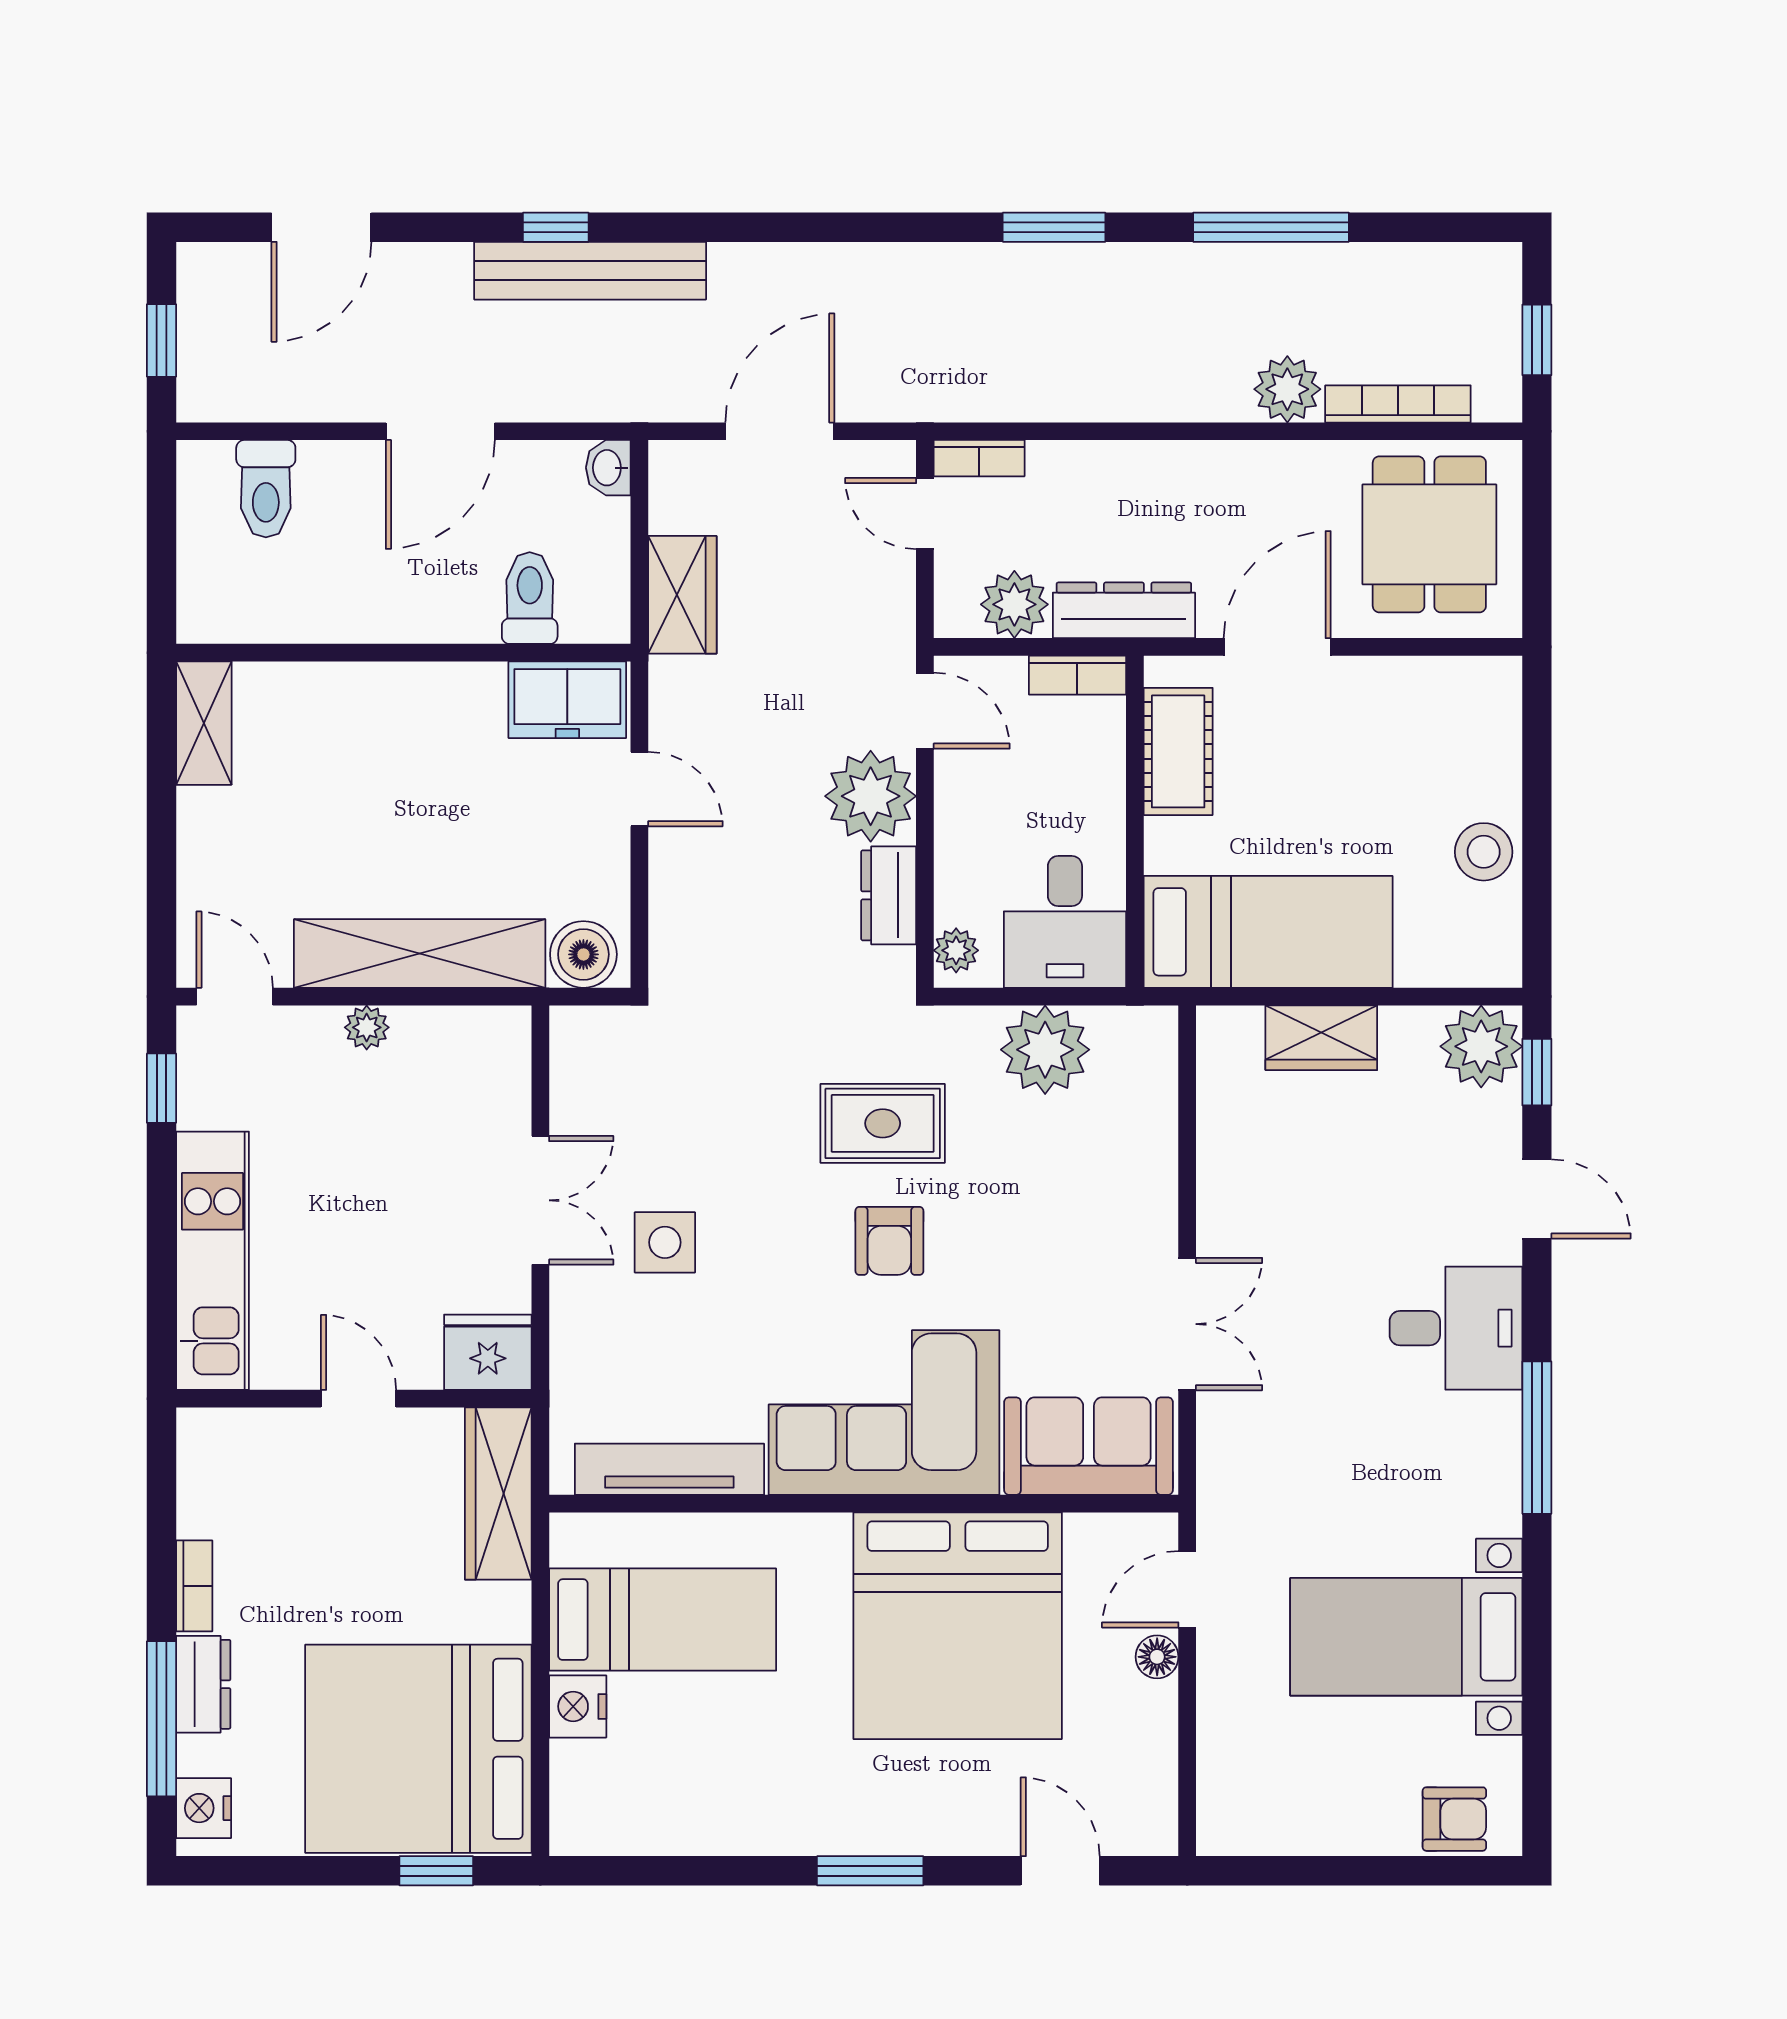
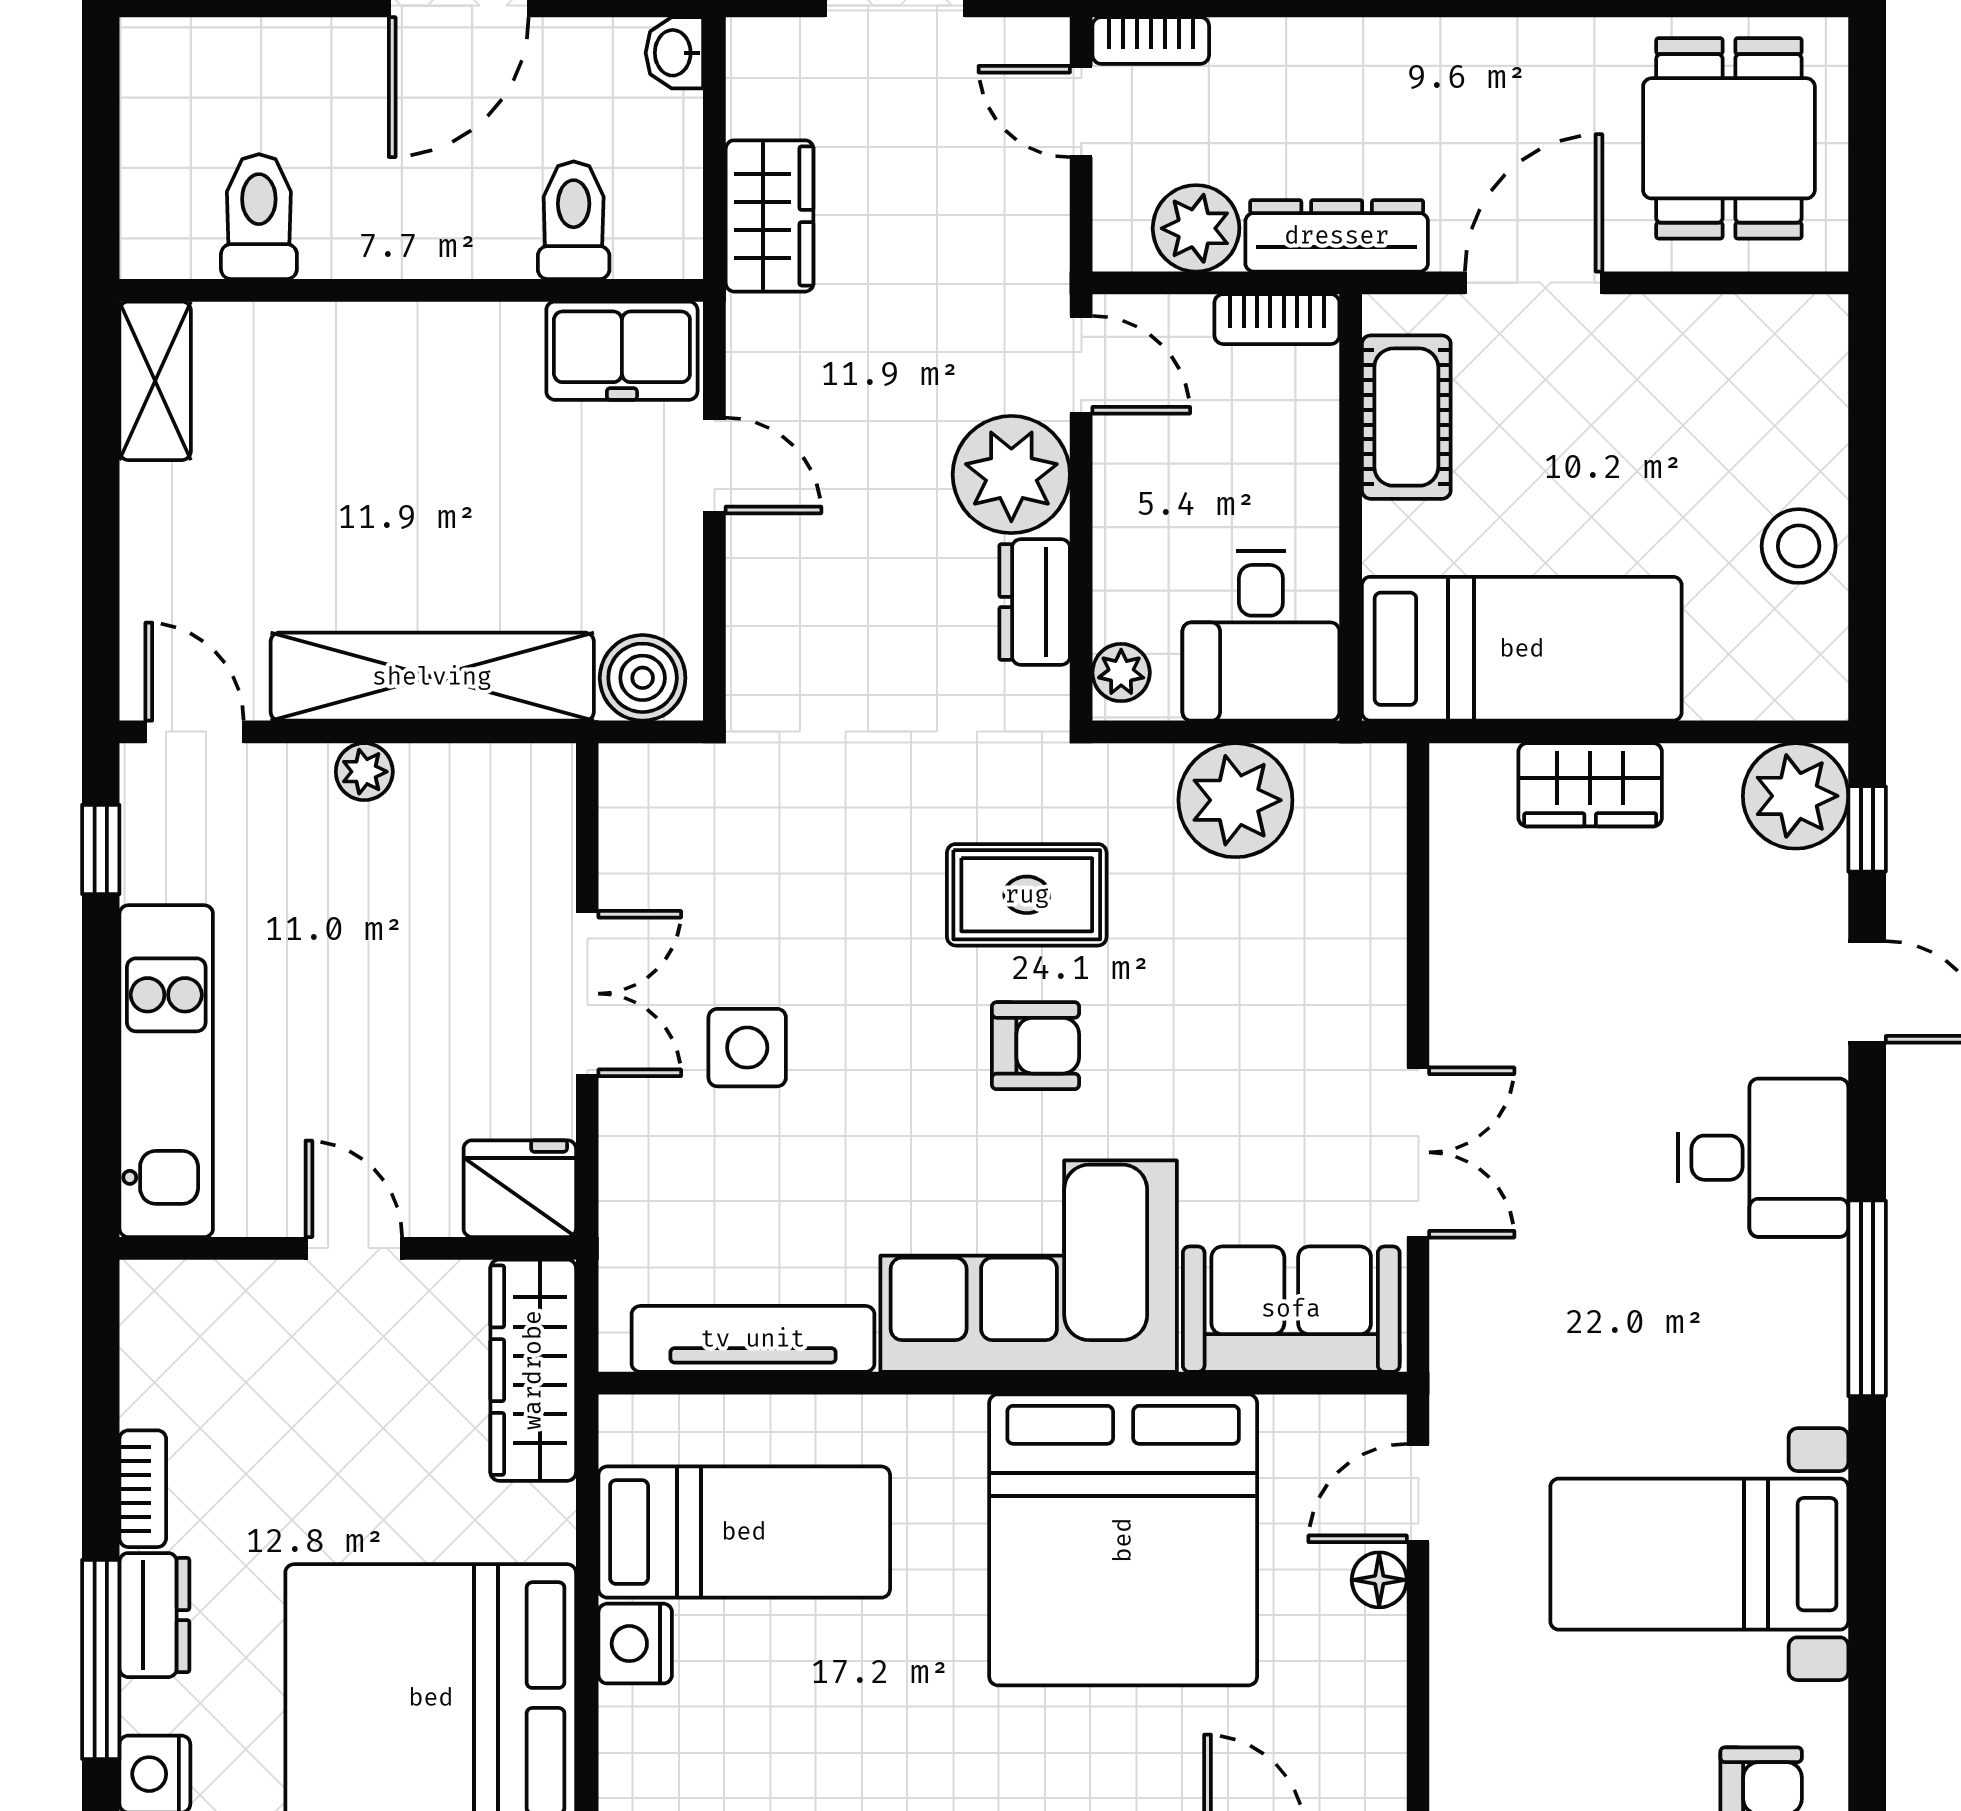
toilet: (266, 489) -> (259, 217), moved, turned 180
armchair: (889, 1241) -> (1036, 1046), turned -90

